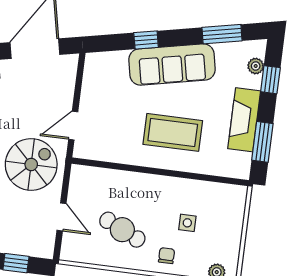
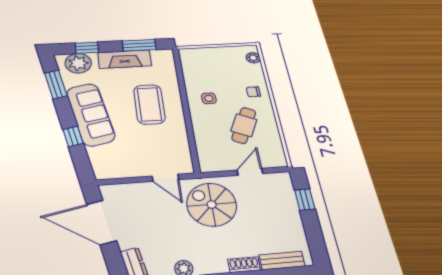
plant: (256, 66) -> (78, 63), width x1.87, depth x1.87
side table: (187, 223) -> (209, 98), moved

